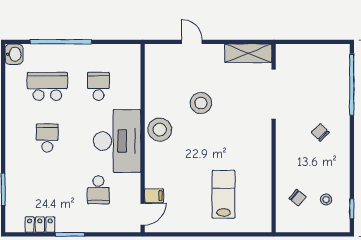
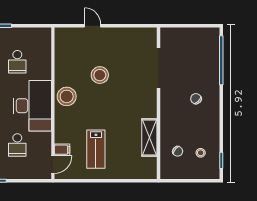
shelving: (248, 53) -> (149, 137), moved, turned 90
school desk: (98, 86) -> (17, 62), turned 180
lab bench: (224, 194) -> (96, 149), moved, turned 180

